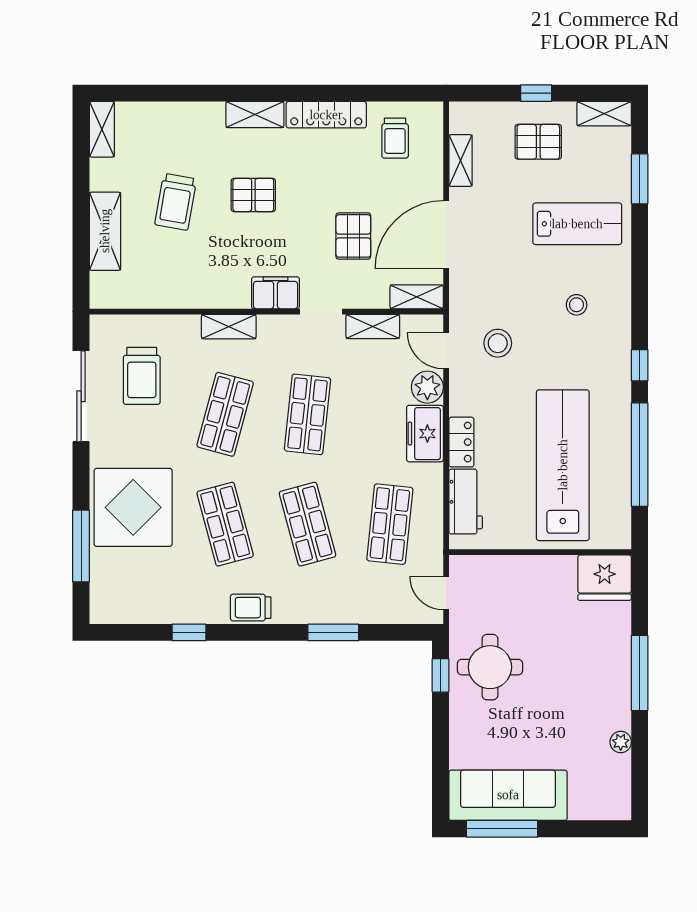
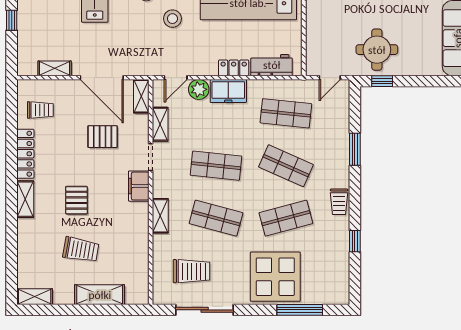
pallet: (538, 142) -> (43, 19), removed
stool: (498, 343) -> (172, 19), moved
shop shelf: (307, 524) -> (286, 166), turned 39

